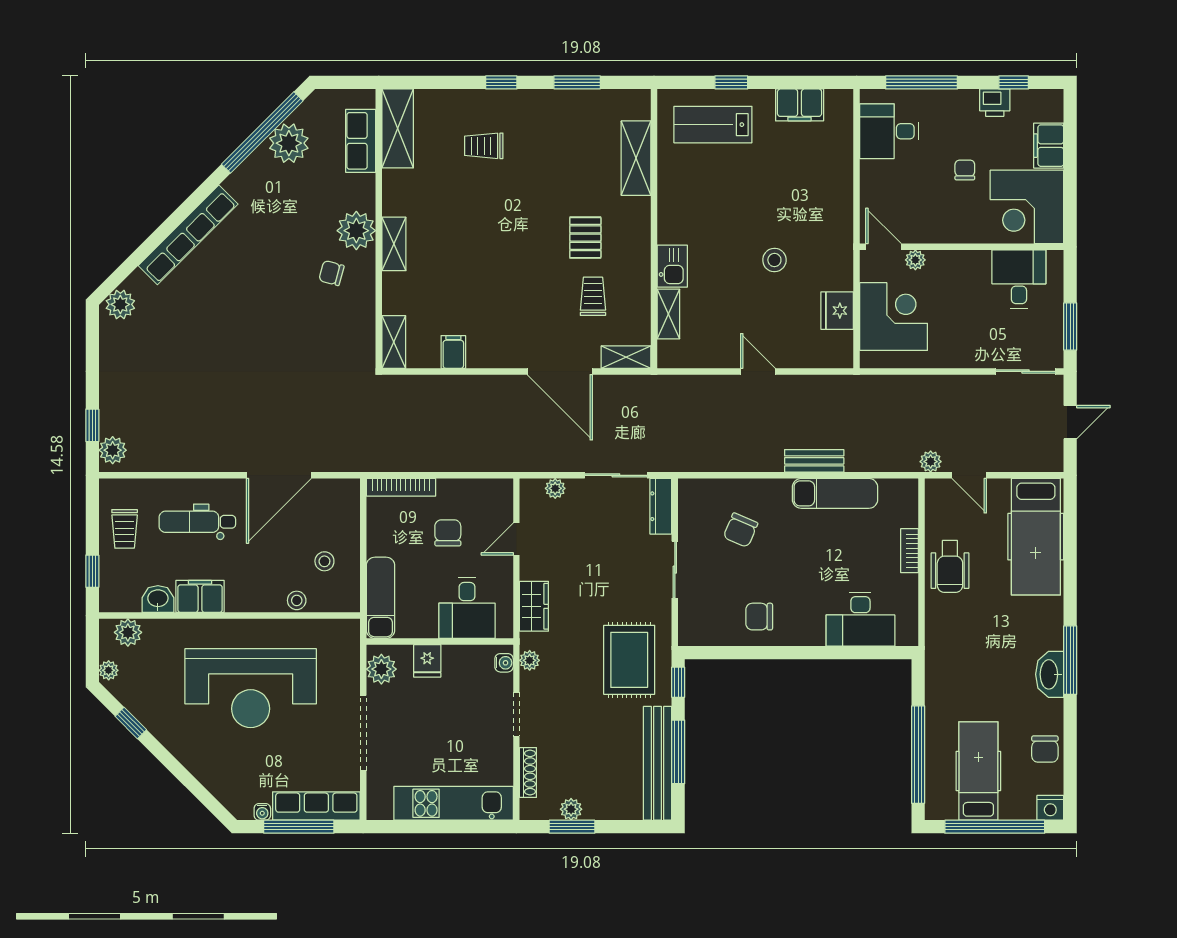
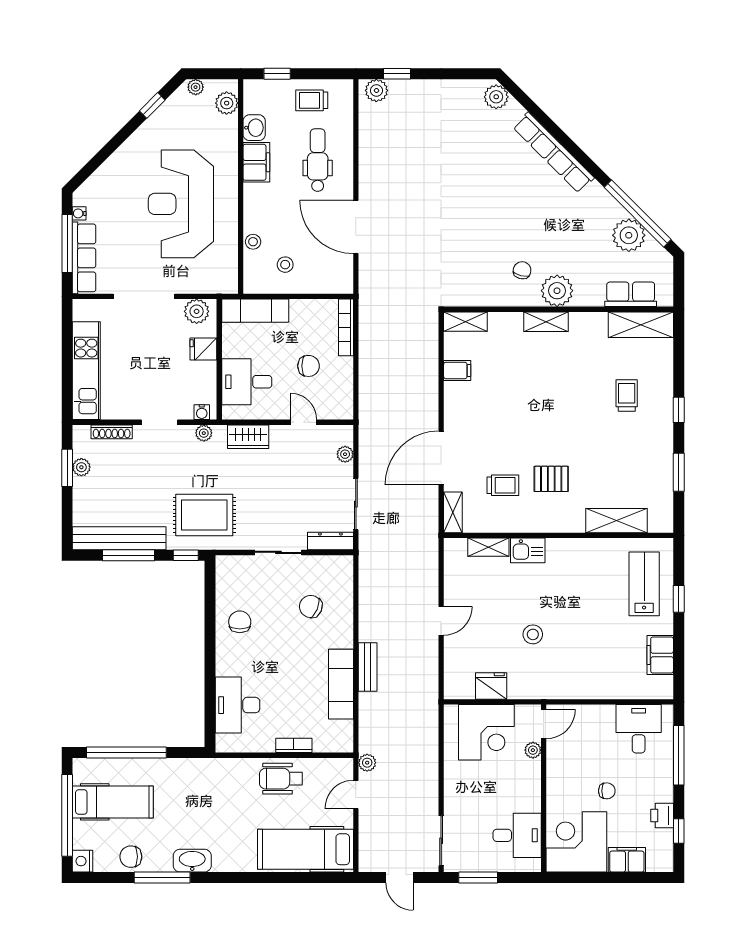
window: (1070, 660) -> (162, 877), moved

